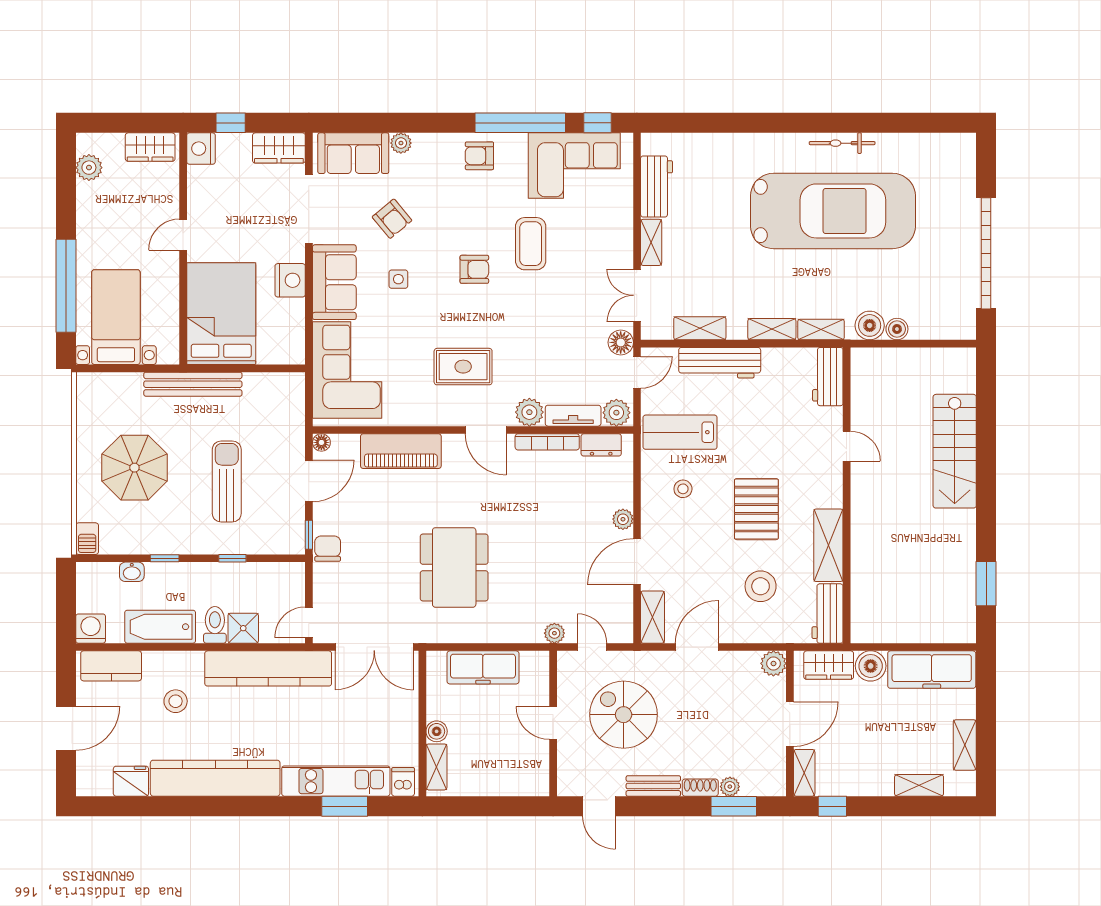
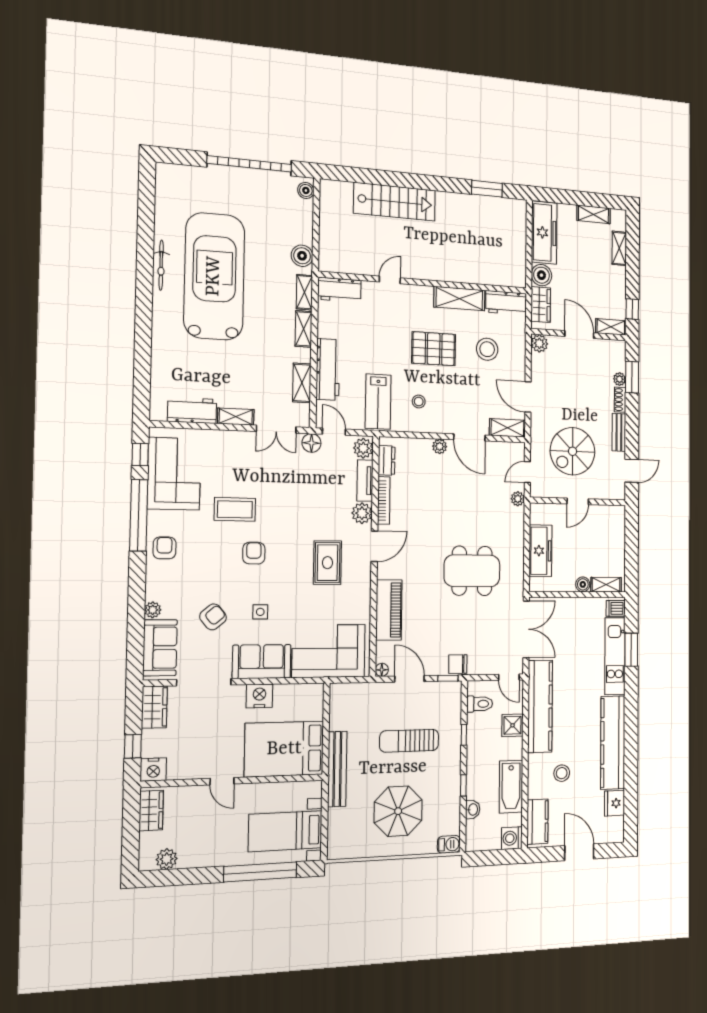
armchair: (479, 156) -> (164, 548), turned 180
boiler: (897, 329) -> (306, 190), moved
toilet: (215, 625) -> (480, 704), moved, turned 180

